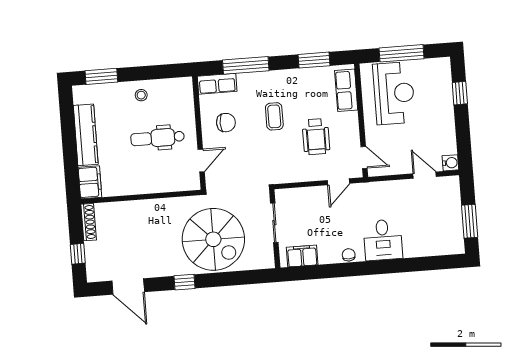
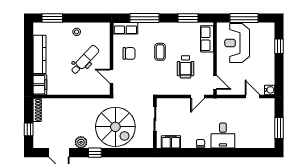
reception desk: (394, 93) -> (237, 43), turned 180
dental chair: (158, 138) -> (85, 60), turned 133
door: (201, 160) -> (112, 76), swing flipped
plant: (161, 267) -> (81, 142), added

